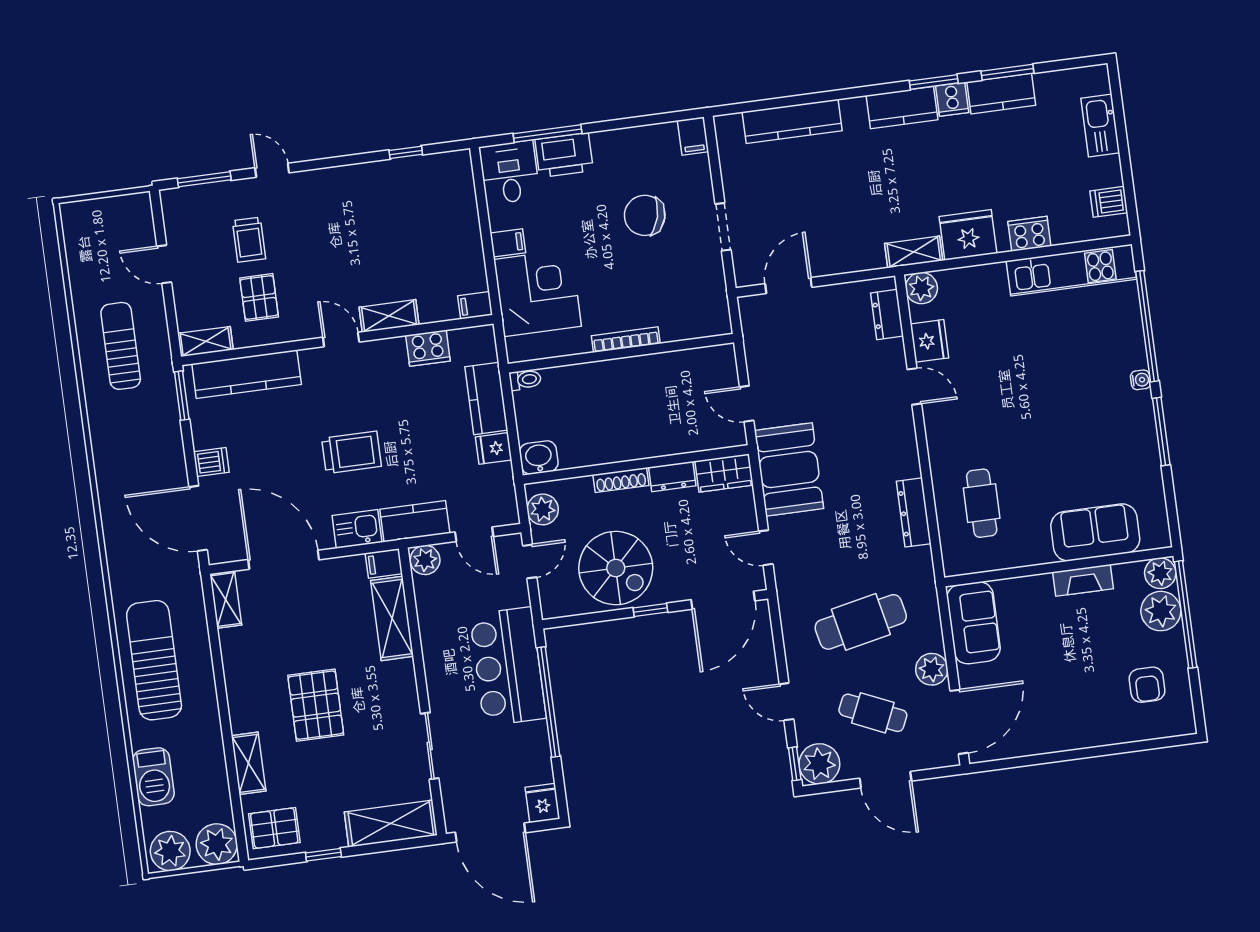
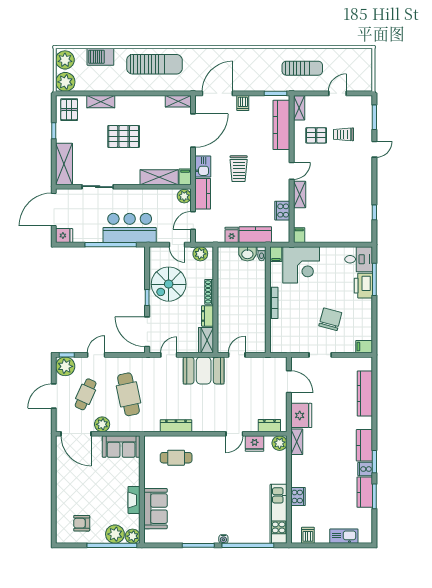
fridge: (968, 235) -> (301, 415), moved
filing cabinet: (508, 243) -> (276, 254), moved
washbasin: (539, 457) -> (247, 254), moved, turned 90

